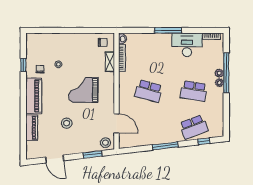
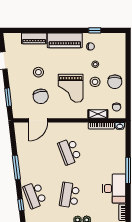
chair: (77, 44) -> (115, 82), added
grand piano: (83, 90) -> (71, 88), turned 180
school desk: (149, 91) -> (70, 151), turned -36
chair: (92, 121) -> (41, 96), added
stool: (105, 143) -> (95, 82), moved

